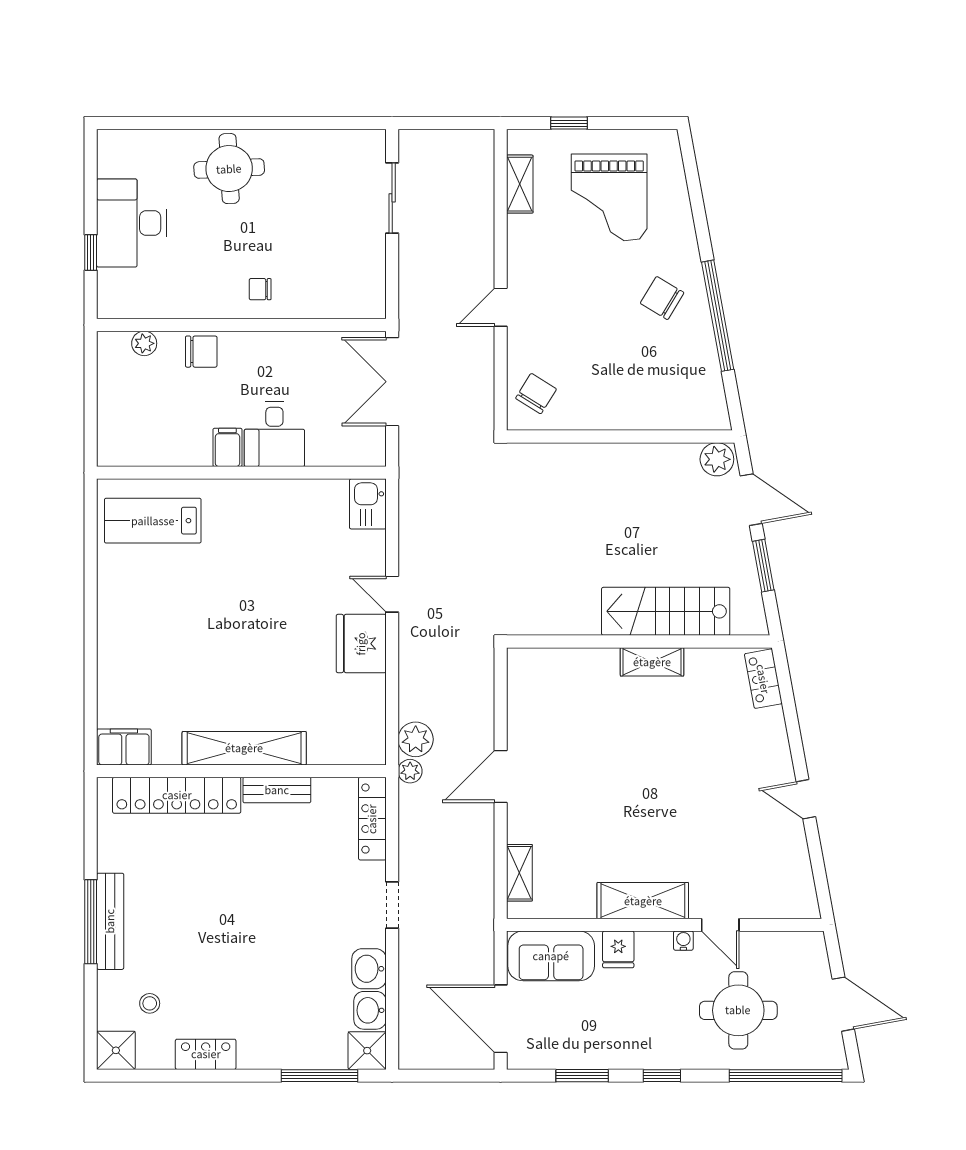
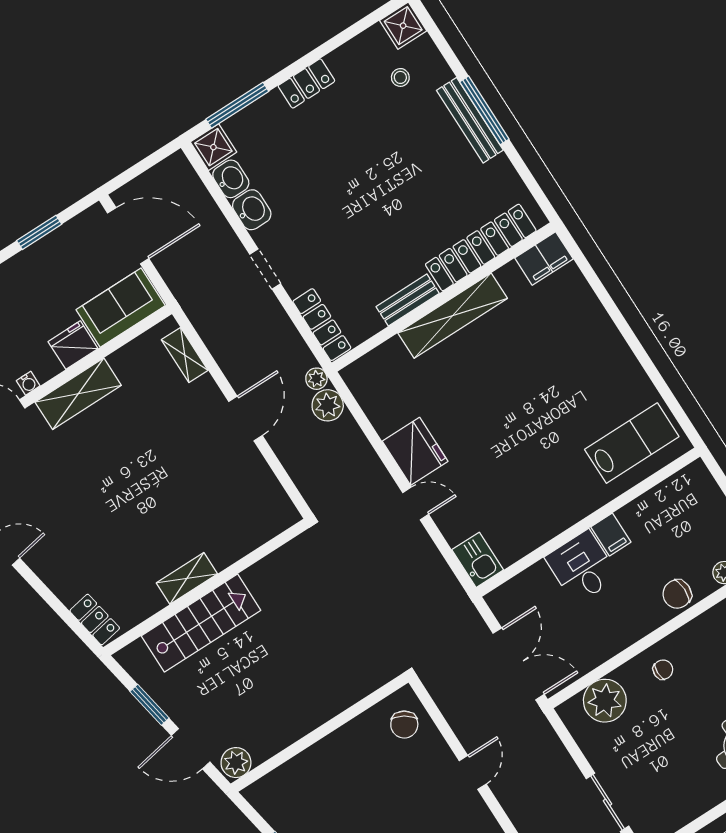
plant: (333, 295) -> (605, 701), added
fridge: (618, 949) -> (73, 345), width x1.38
locker: (206, 1054) -> (306, 83), moved

